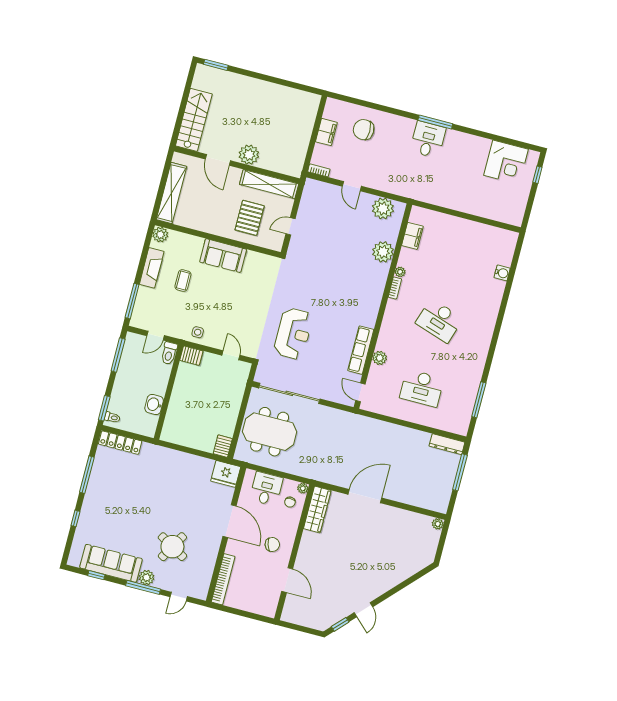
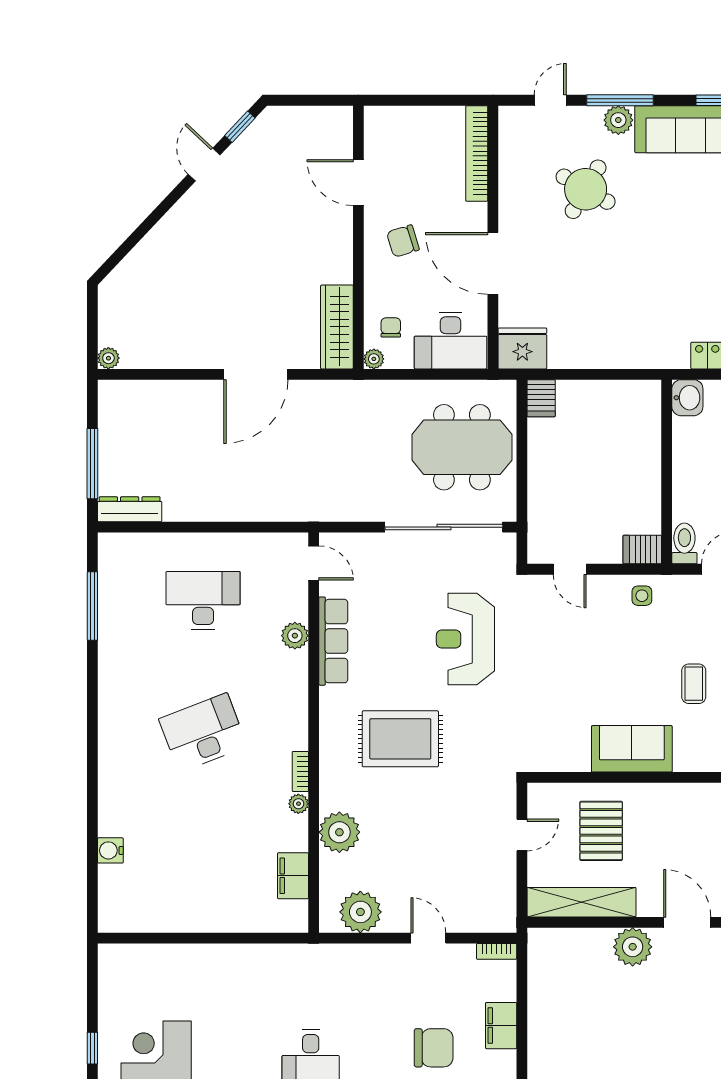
rug: (340, 291) -> (400, 739), added
desk: (439, 321) -> (203, 733), turned -39
washbasin: (154, 404) -> (687, 398), moved
desk: (266, 489) -> (451, 341), width x1.37

